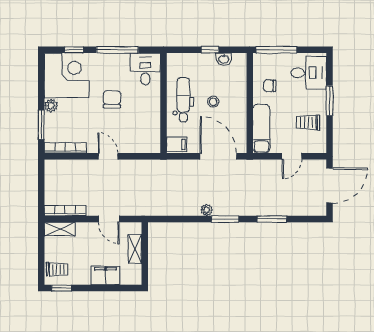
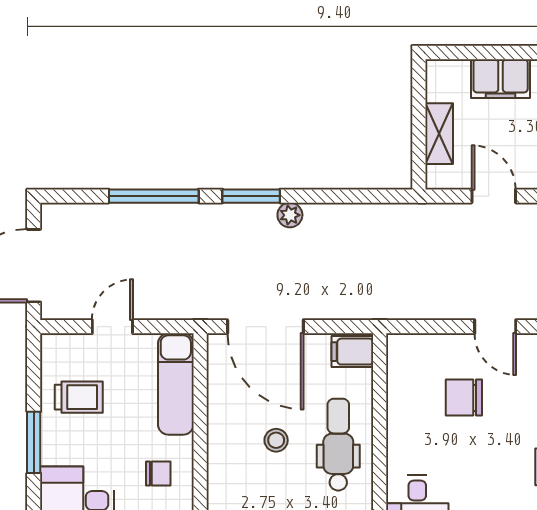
chair: (112, 99) -> (464, 398), moved, turned 90
dental chair: (183, 100) -> (338, 445), turned 180
window: (272, 219) -> (154, 196), width x1.44

